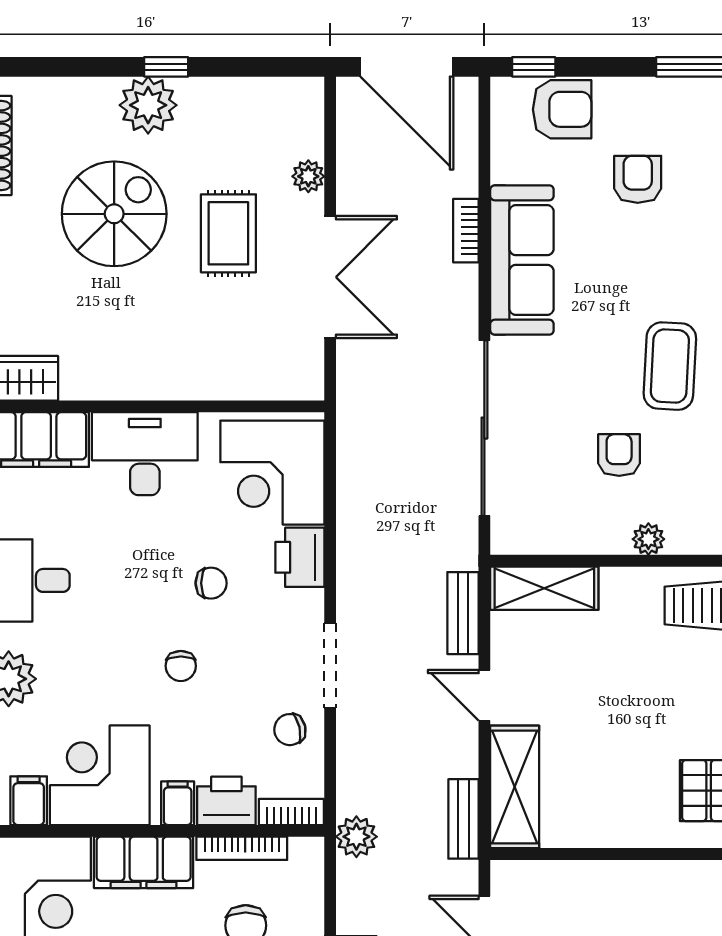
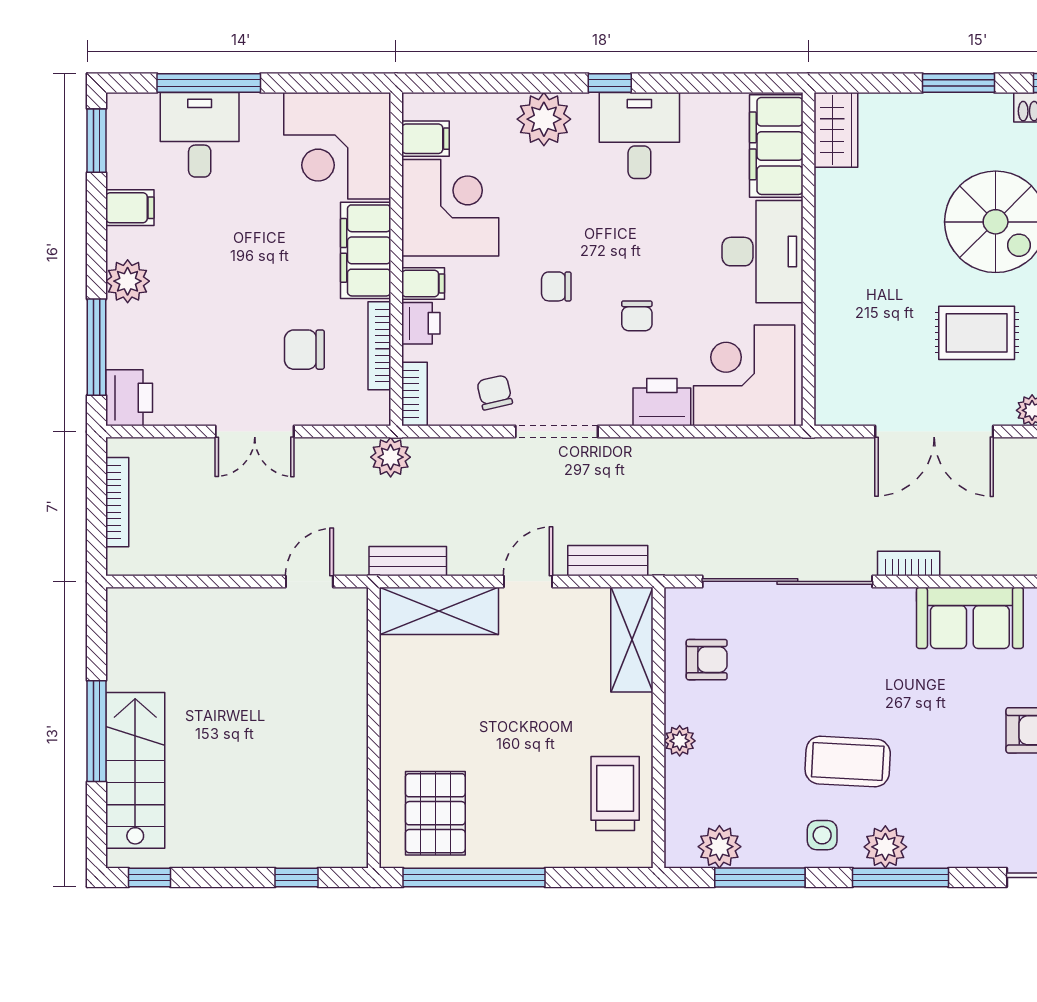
bookcase: (466, 231) -> (909, 563), moved
sofa: (522, 260) -> (970, 618), width x0.73
armchair: (619, 455) -> (707, 660), moved
printer: (226, 801) -> (421, 323), width x0.73, depth x0.81

